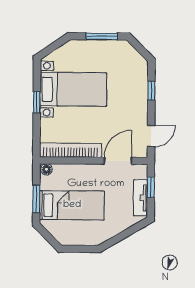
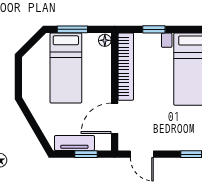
window: (37, 102) -> (154, 29), moved
door: (118, 161) -> (115, 118), swing flipped

